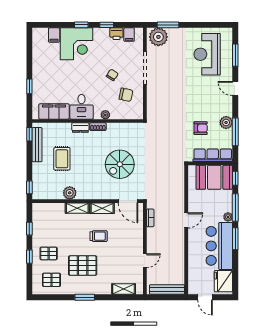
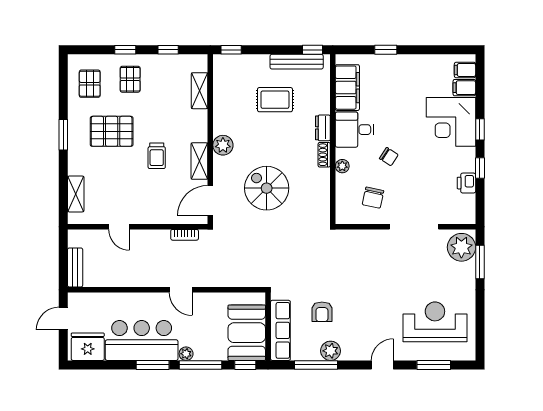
filing cabinet: (129, 35) -> (465, 70), moved
chair: (112, 75) -> (389, 157), moved
plant: (70, 193) -> (223, 145), moved
shelving: (77, 208) -> (200, 91), moved
pallet: (83, 266) -> (112, 131), turned 90
bench: (167, 289) -> (75, 267), width x0.73

